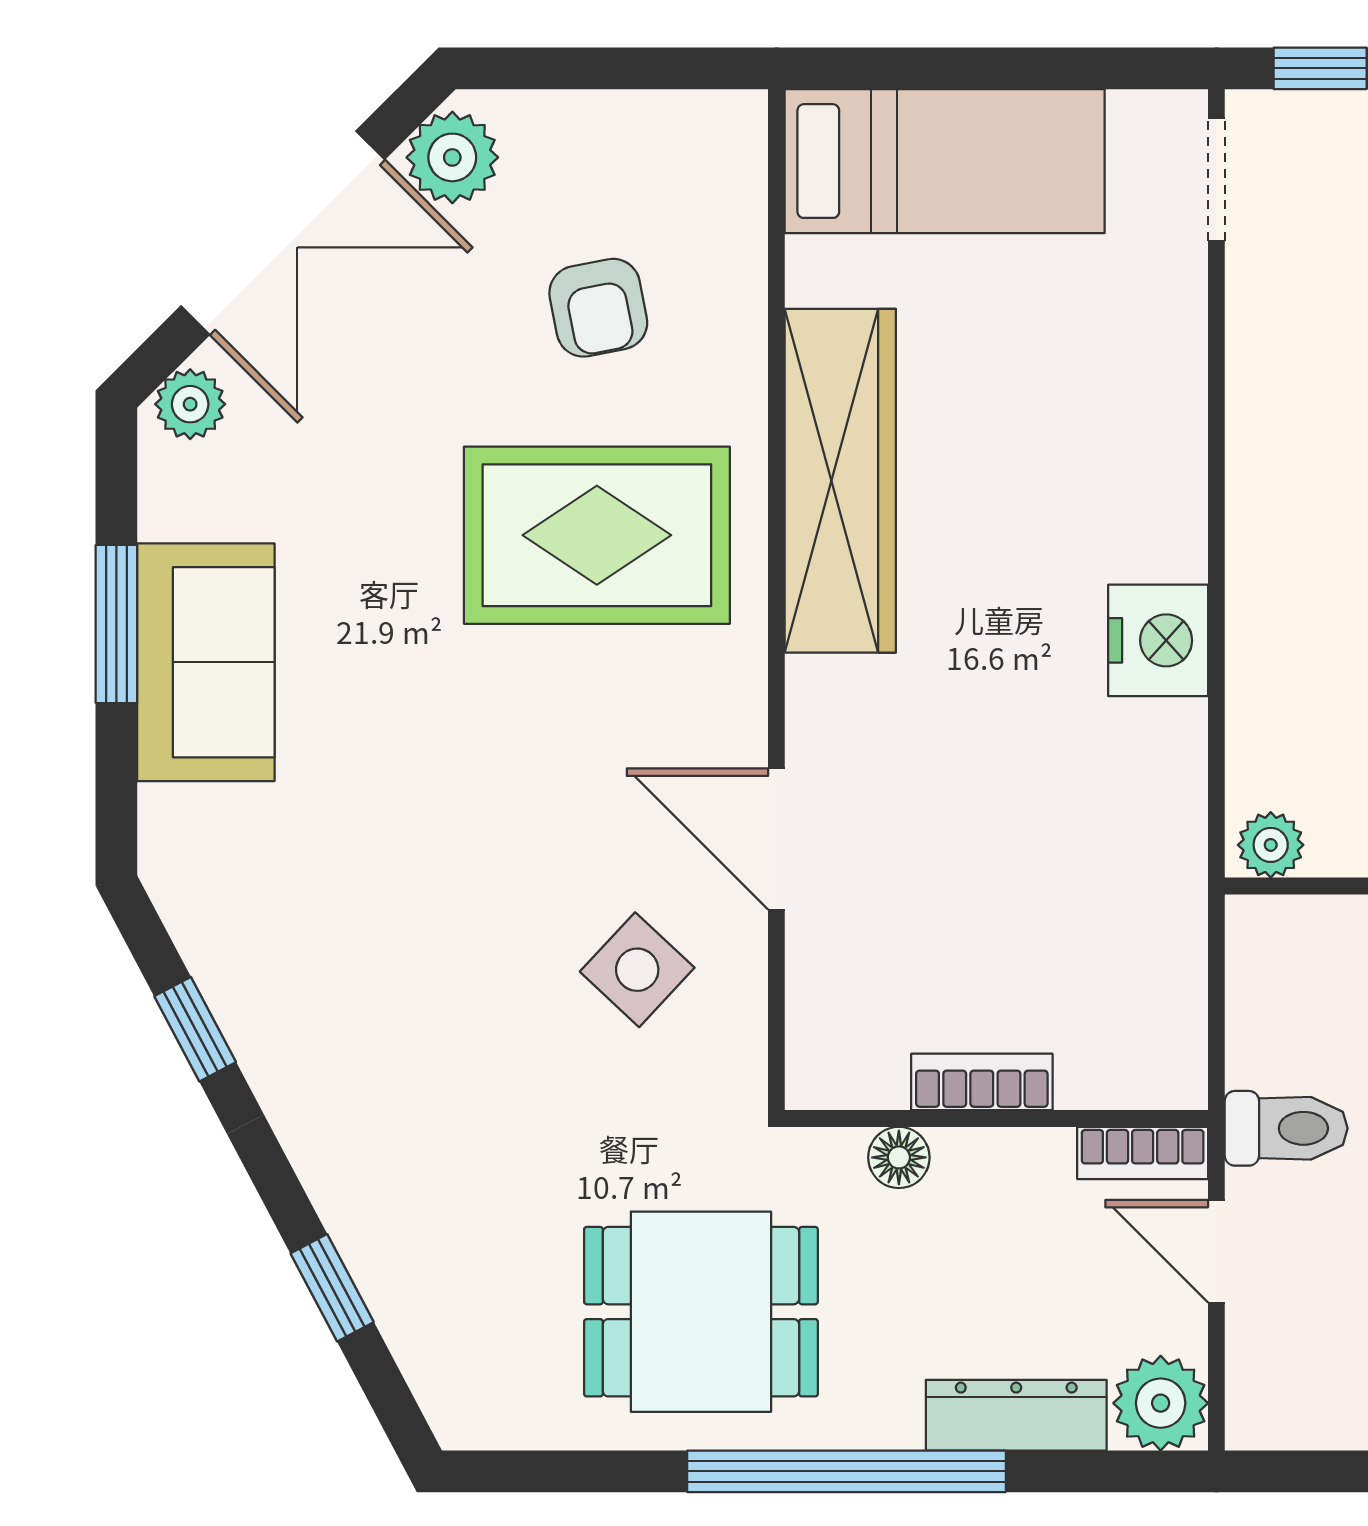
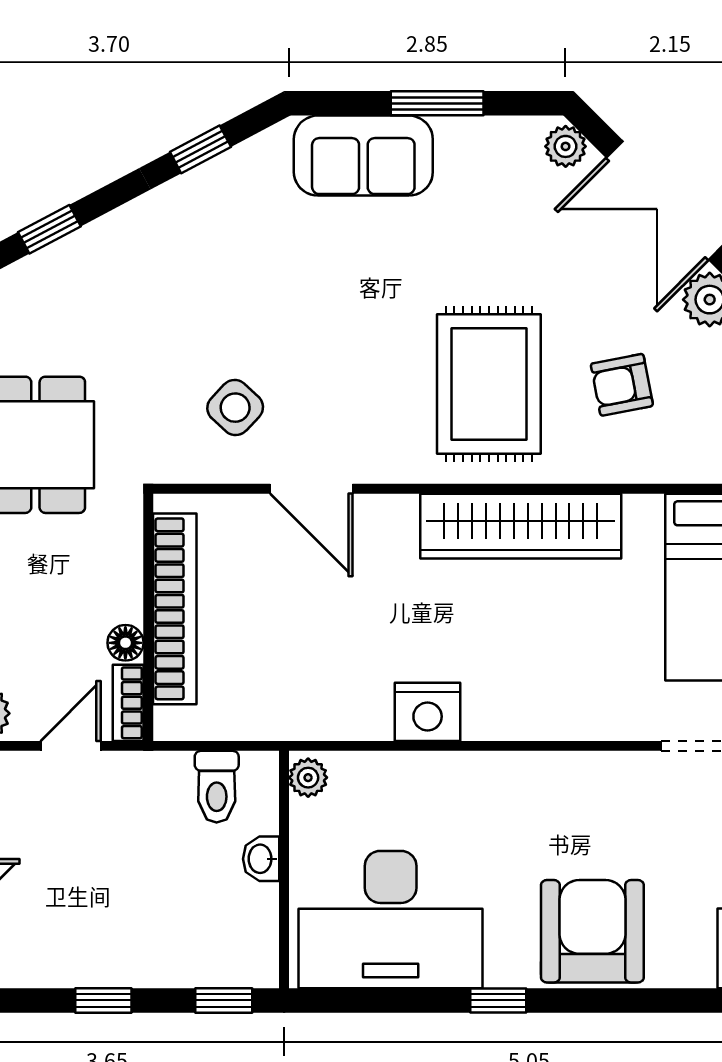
sofa: (206, 662) -> (363, 156), moved
door: (776, 839) -> (311, 489), swing flipped
bookcase: (982, 1082) -> (175, 609), width x2.31, depth x1.31
toilet: (1286, 1128) -> (217, 787), moved
floor lamp: (899, 1157) -> (125, 643), moved

